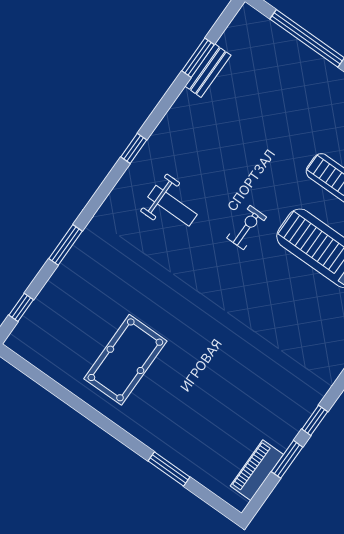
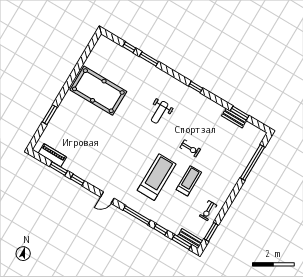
weight bench: (172, 206) -> (160, 112), moved
exercise bike: (247, 228) -> (190, 148), moved
window: (21, 307) -> (129, 47), moved
pool table: (125, 360) -> (98, 91), width x1.36, depth x1.32

